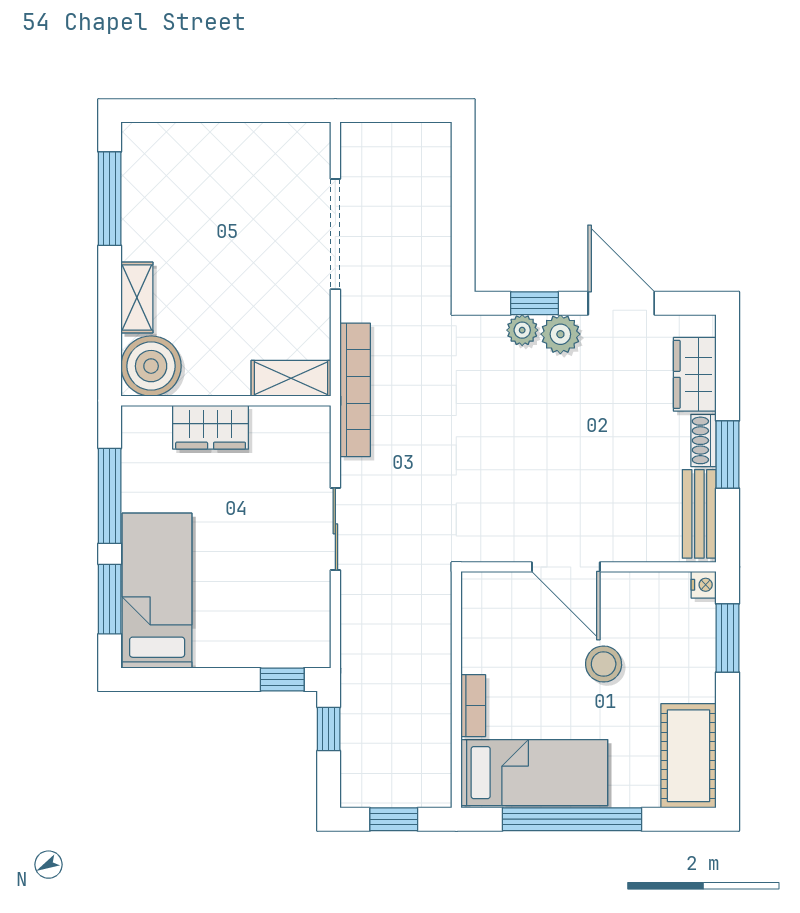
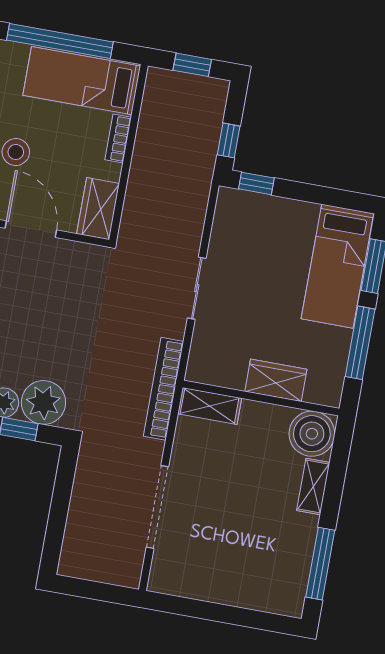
plant: (522, 330) -> (43, 402), width x1.88, depth x1.88
wardrobe: (483, 609) -> (98, 209), added

